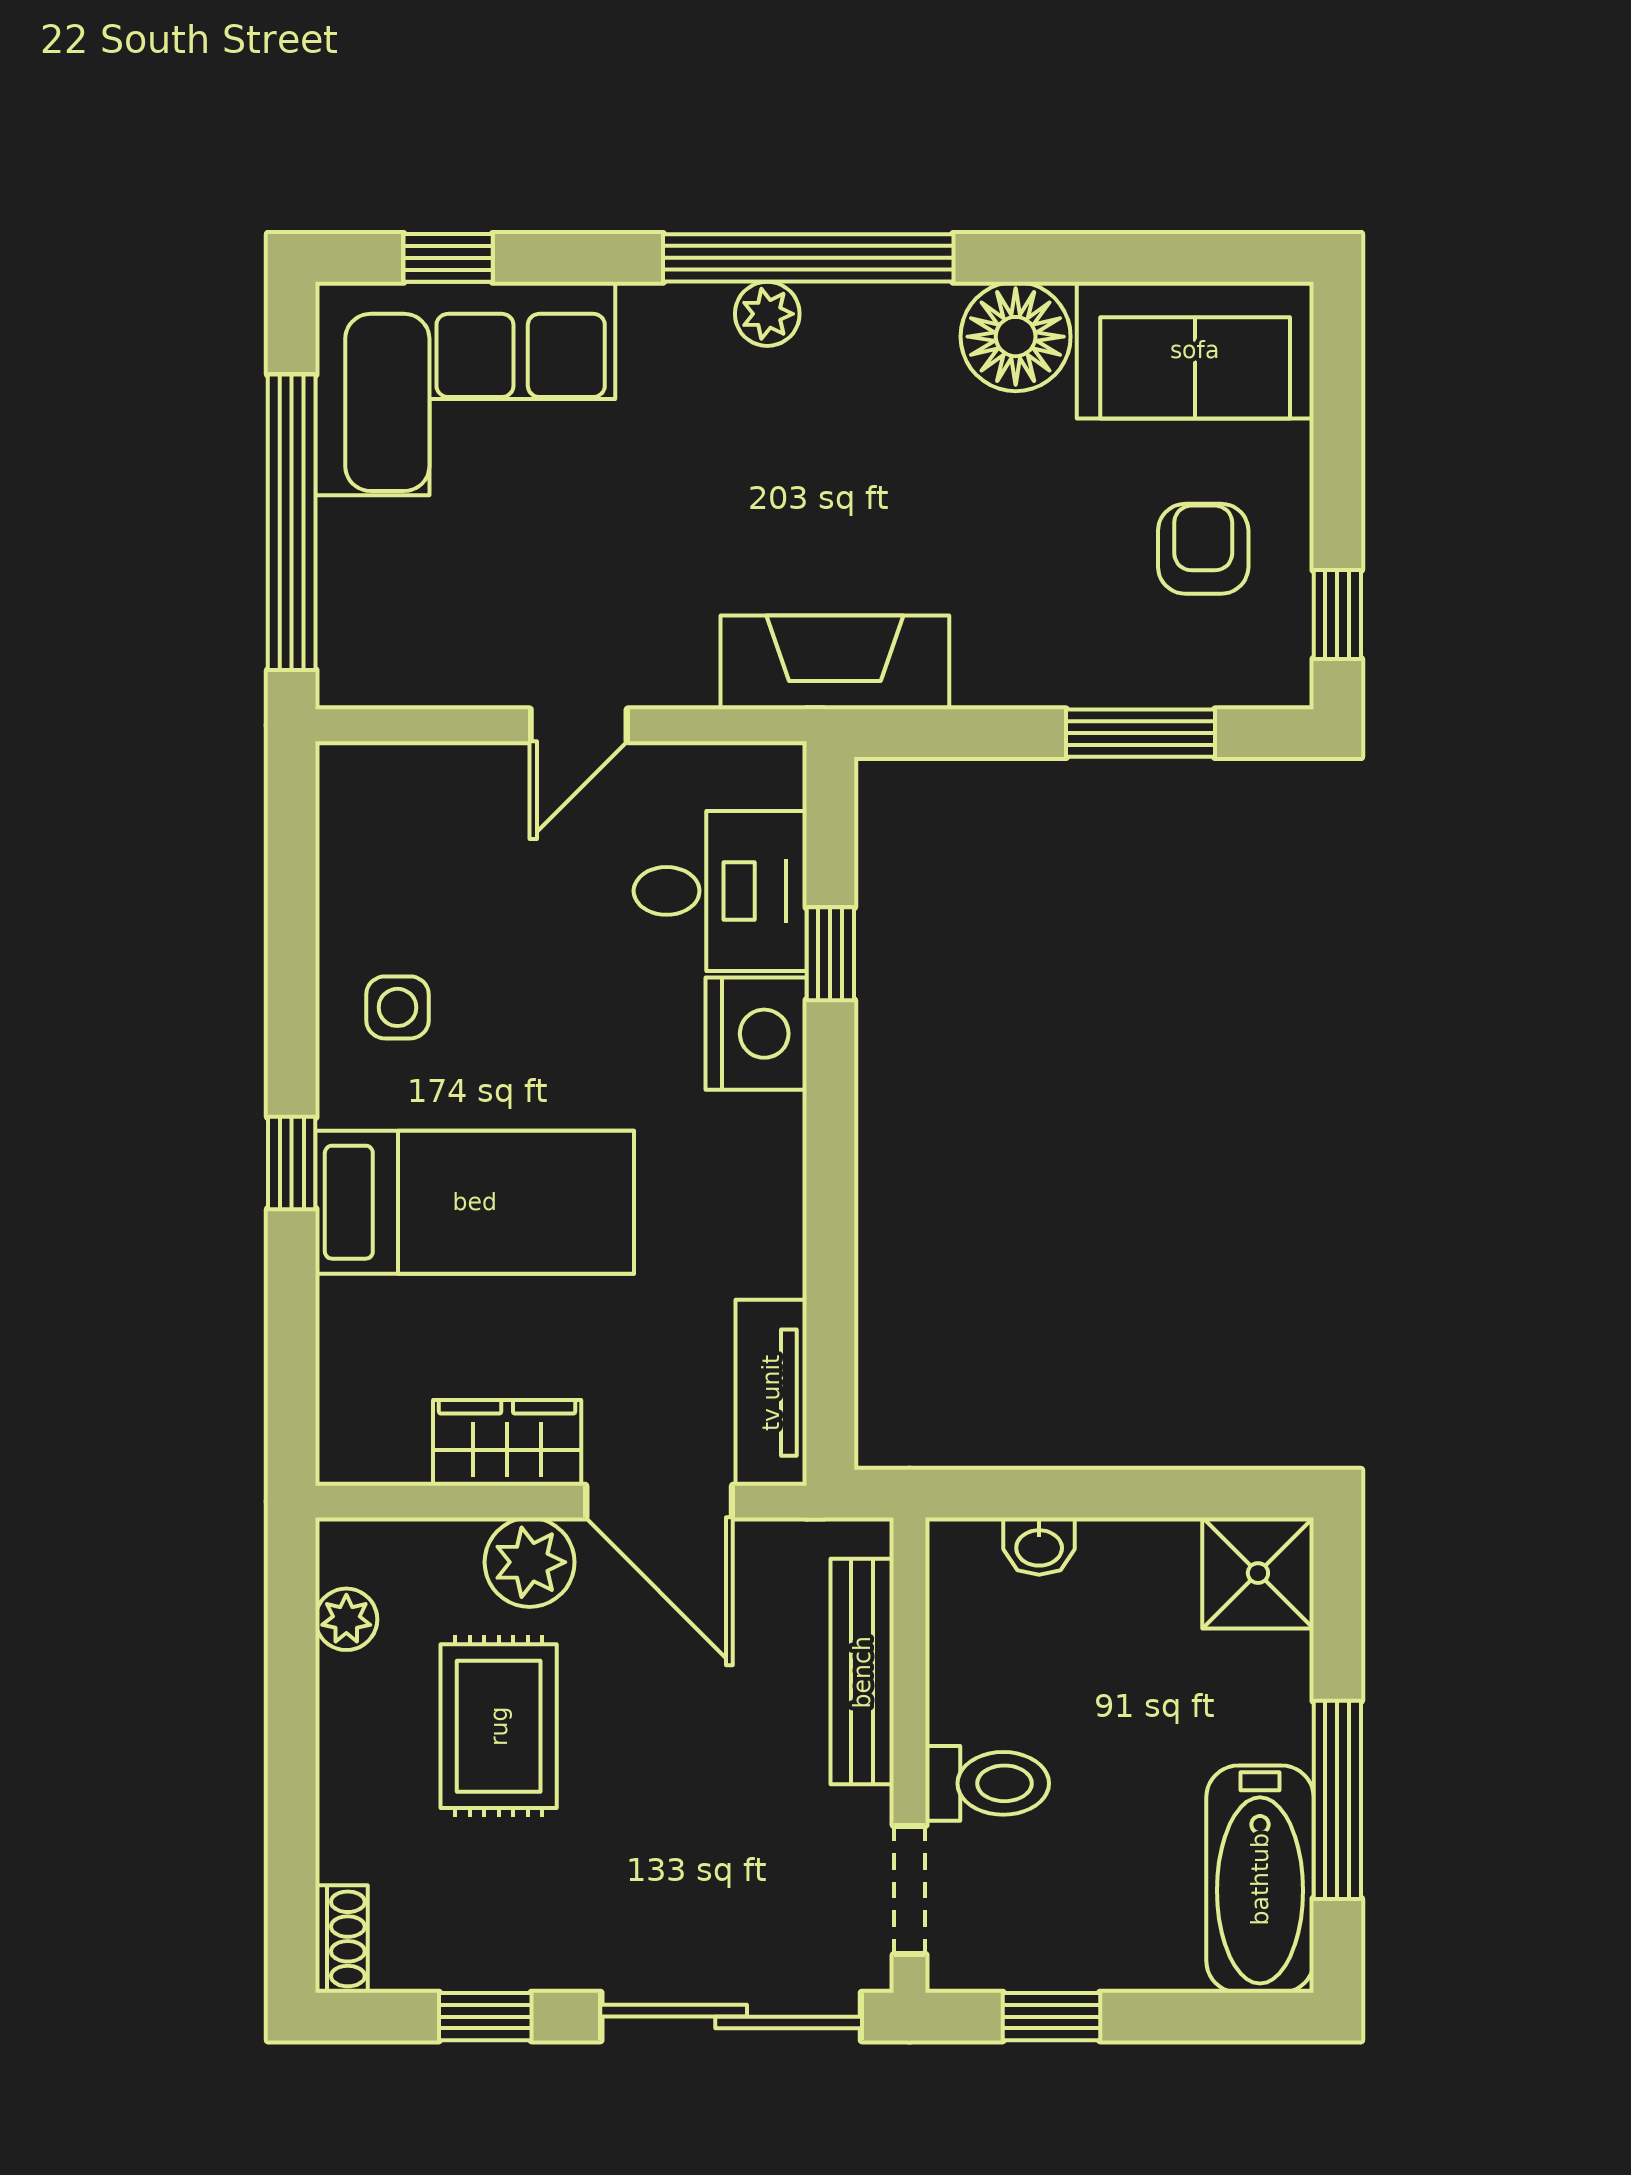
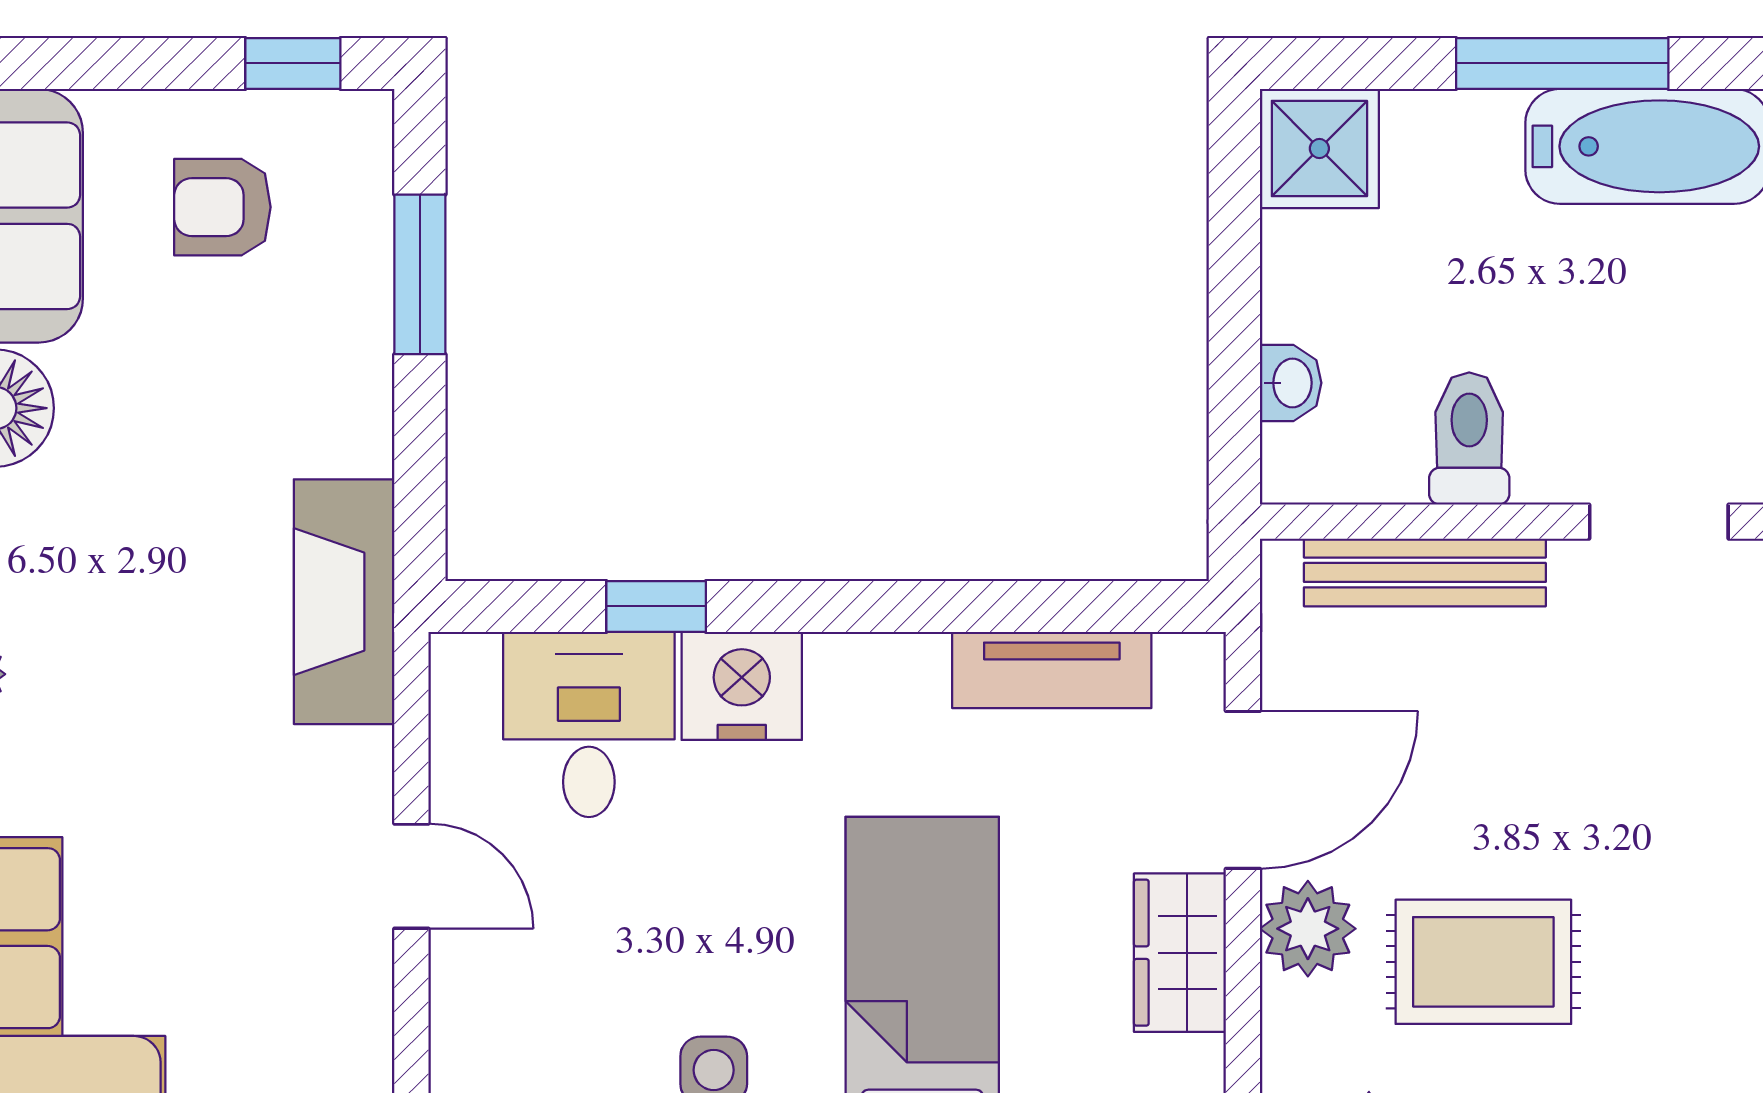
tv unit: (771, 1393) -> (1052, 670), moved
toilet: (987, 1783) -> (1469, 439), moved

